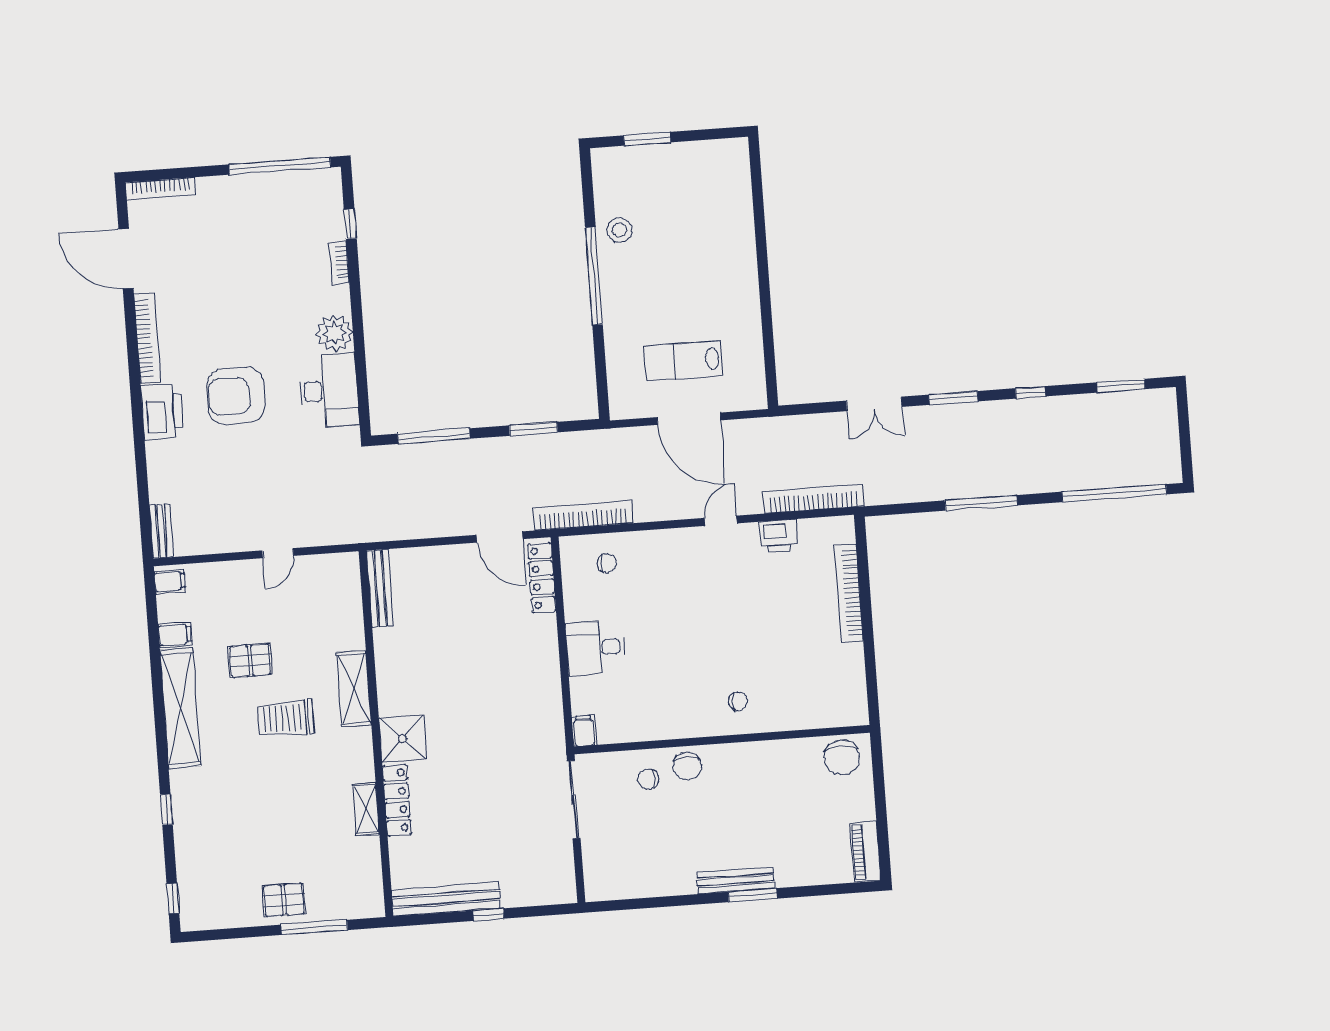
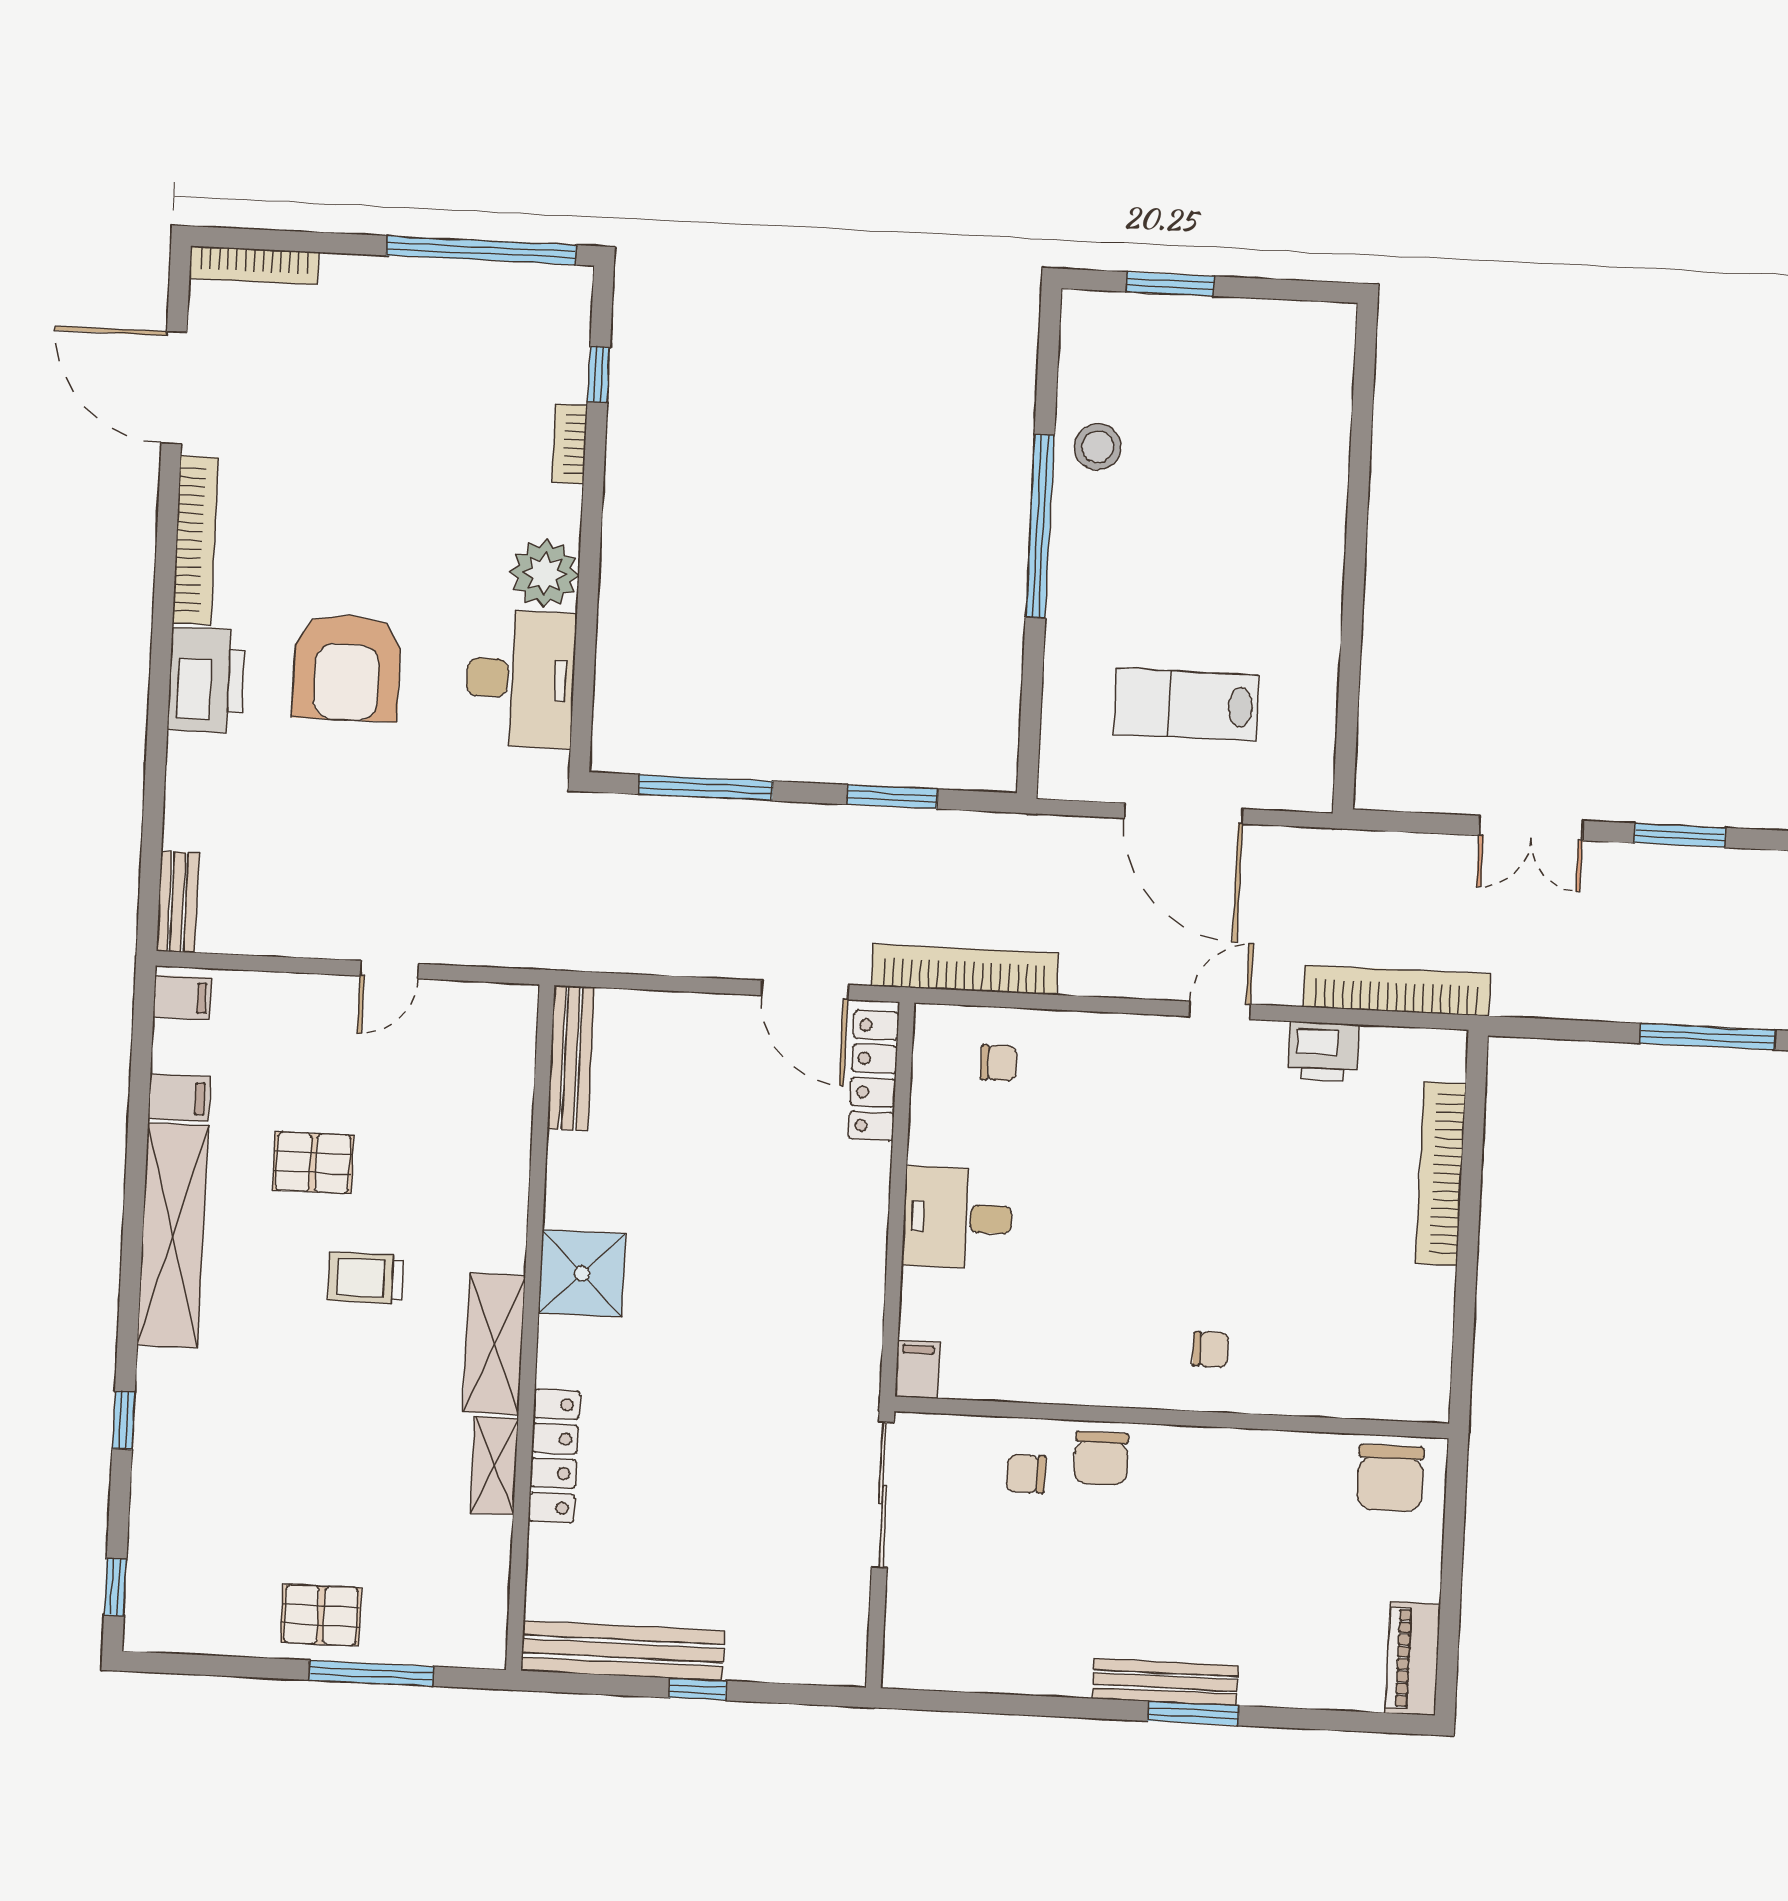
armchair: (236, 396) -> (347, 667), turned -90
shelving: (354, 689) -> (494, 1344), moved
trolley: (286, 718) -> (366, 1278), width x0.73, depth x0.72
shower: (403, 739) -> (582, 1273), moved

